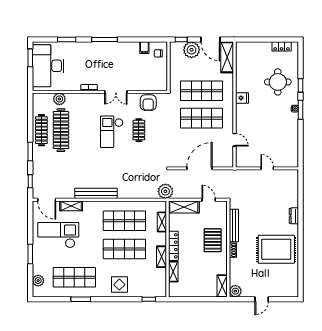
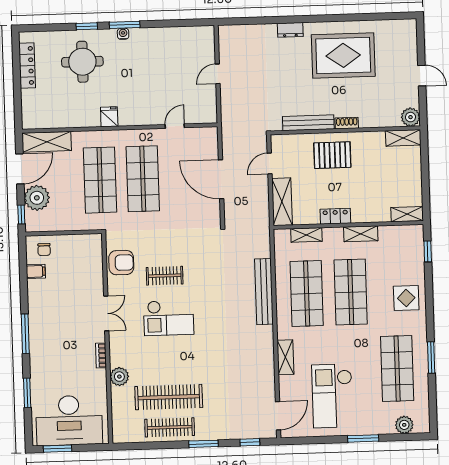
locker: (282, 46) -> (27, 66), width x1.53
plant: (59, 99) -> (119, 377), moved
plant: (165, 191) -> (259, 231), removed
bench: (96, 193) -> (264, 292), moved
shelving: (71, 206) -> (285, 357), moved
locker: (173, 246) -> (335, 216), width x0.66
rug: (276, 249) -> (343, 55), turned 90
shelving: (173, 272) -> (407, 214), moved

